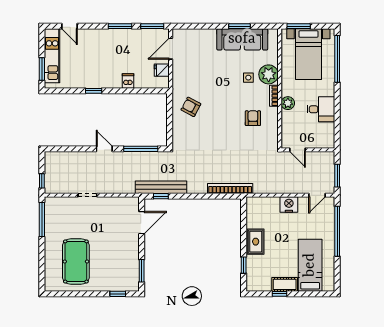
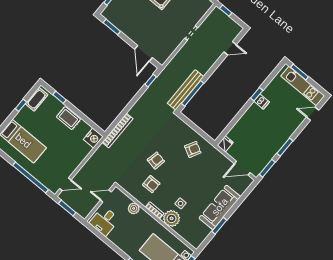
sofa: (242, 39) -> (220, 207), moved
door: (171, 49) -> (242, 168), swing flipped
fridge: (162, 70) -> (225, 144), moved
dishwasher: (128, 81) -> (262, 102), moved
plant: (288, 103) -> (134, 208), moved
desk: (321, 109) -> (104, 221), moved
armchair: (228, 132) -> (156, 161), added
door: (104, 149) -> (230, 48), moved
bench: (161, 187) -> (185, 90), moved
door: (317, 195) -> (65, 184), swing flipped
nightstand: (289, 204) -> (93, 138), moved
cot: (285, 284) -> (36, 99), moved

